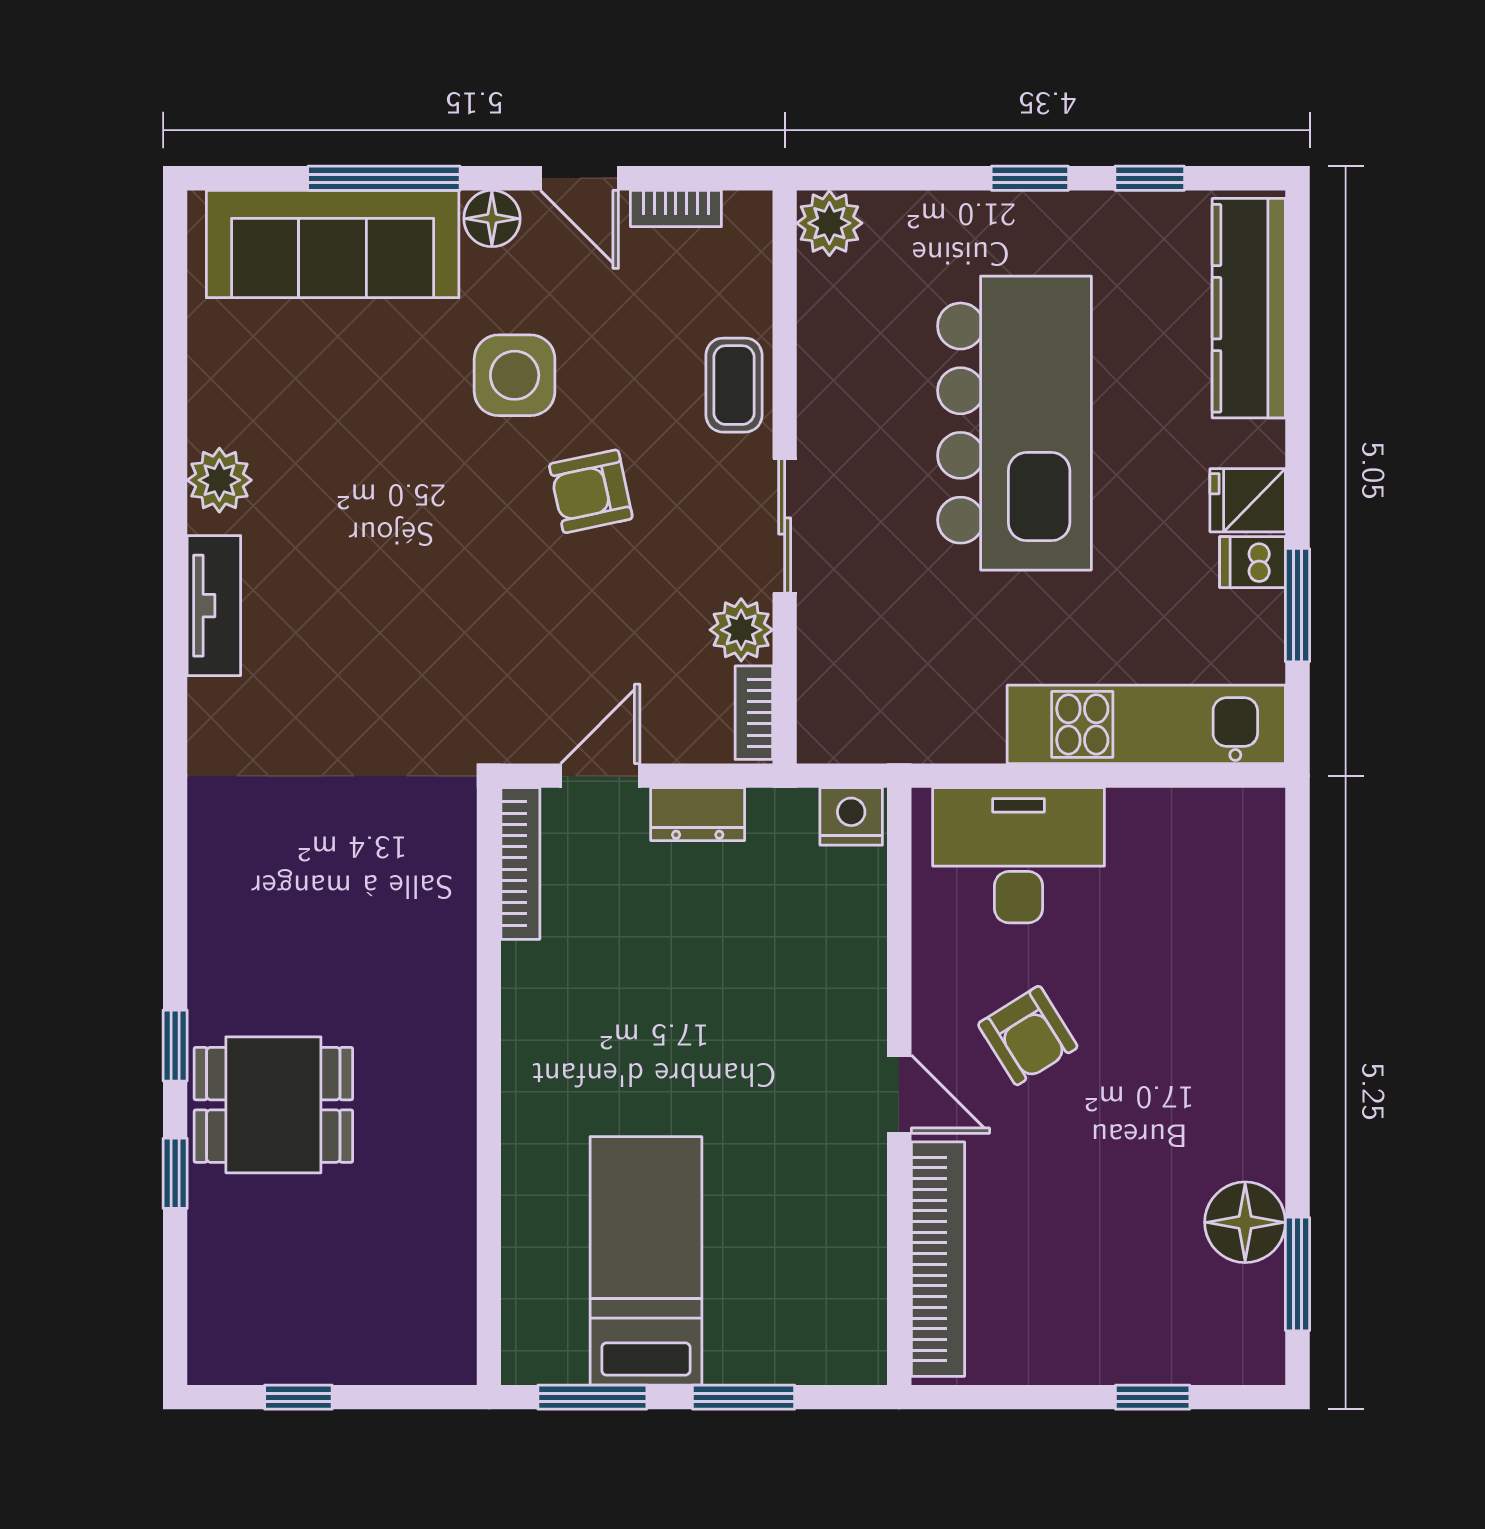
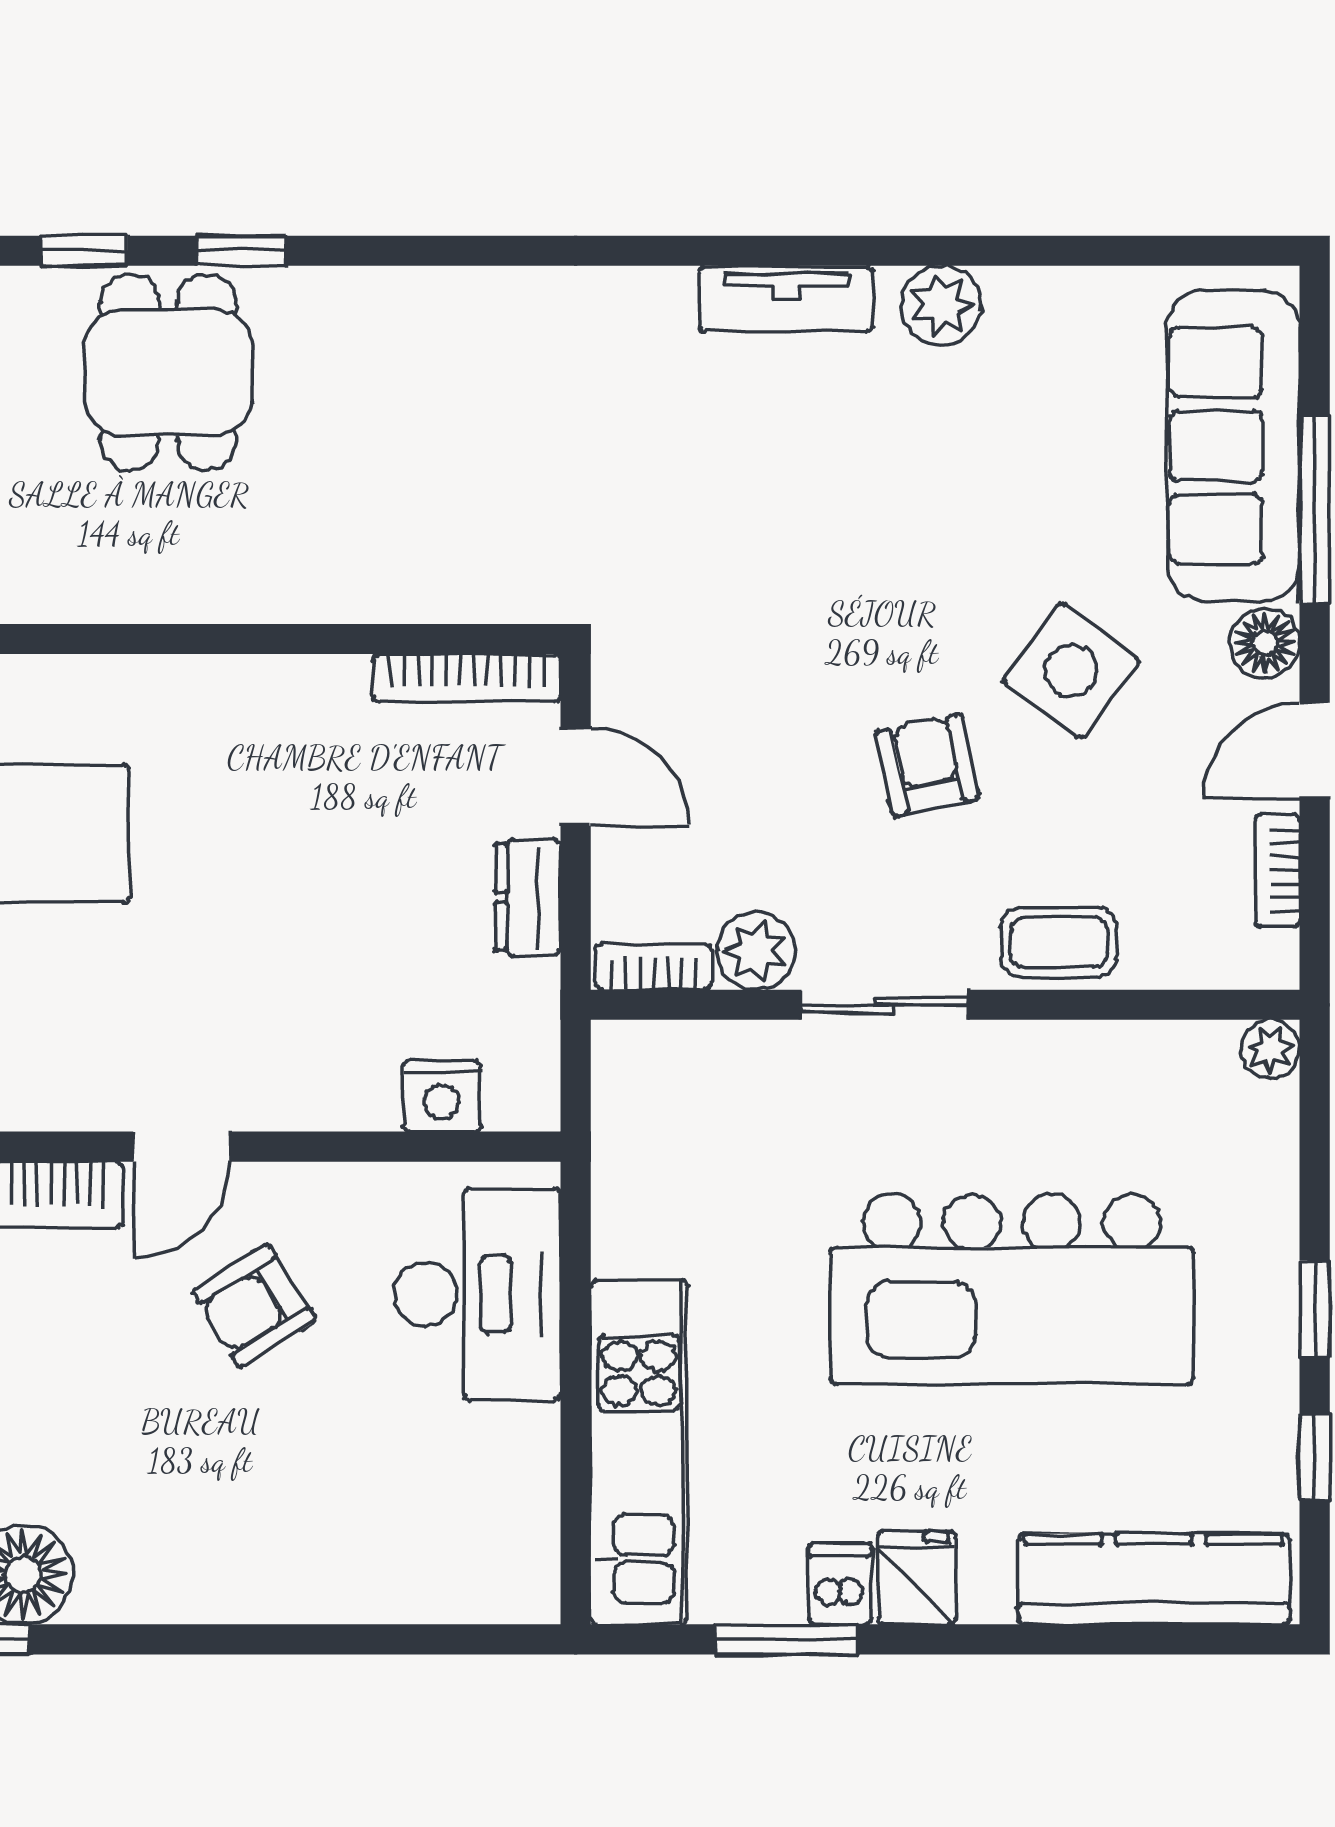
plant: (829, 223) -> (1270, 1049), width x0.73, depth x0.73
side table: (515, 375) -> (1071, 671), turned 37
nightstand: (851, 816) -> (442, 1096), moved, turned 90

